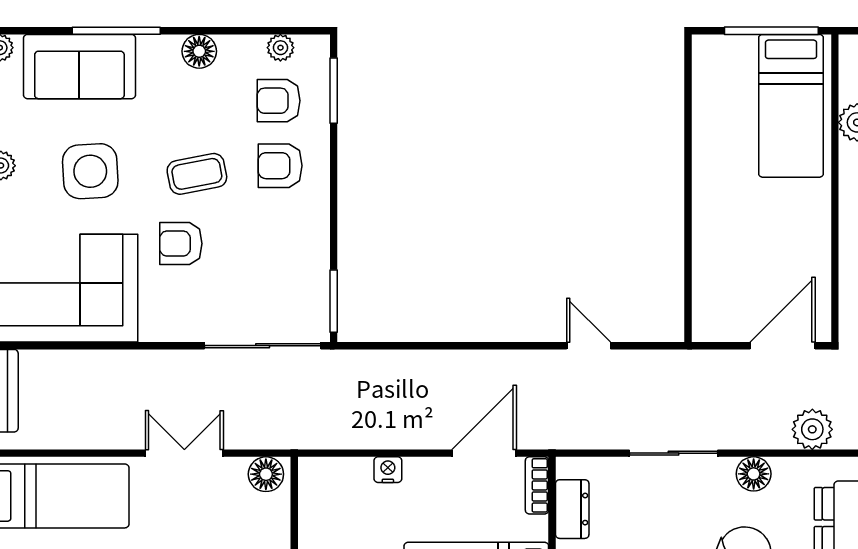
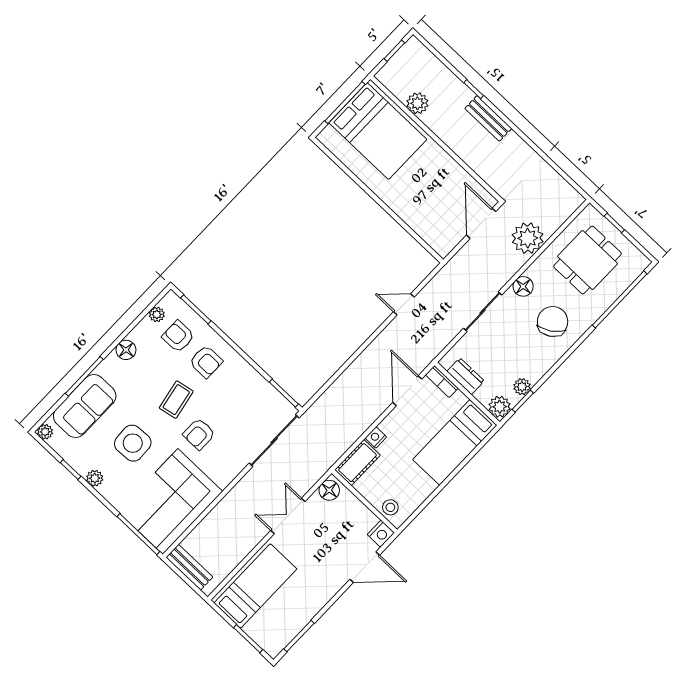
armchair: (279, 101) -> (178, 336), turned 90
bed: (791, 106) -> (378, 131), width x1.50
armchair: (280, 166) -> (206, 362), turned -90
plant: (812, 429) -> (528, 238), width x1.36, depth x1.36
cot: (335, 477) -> (358, 463), added

